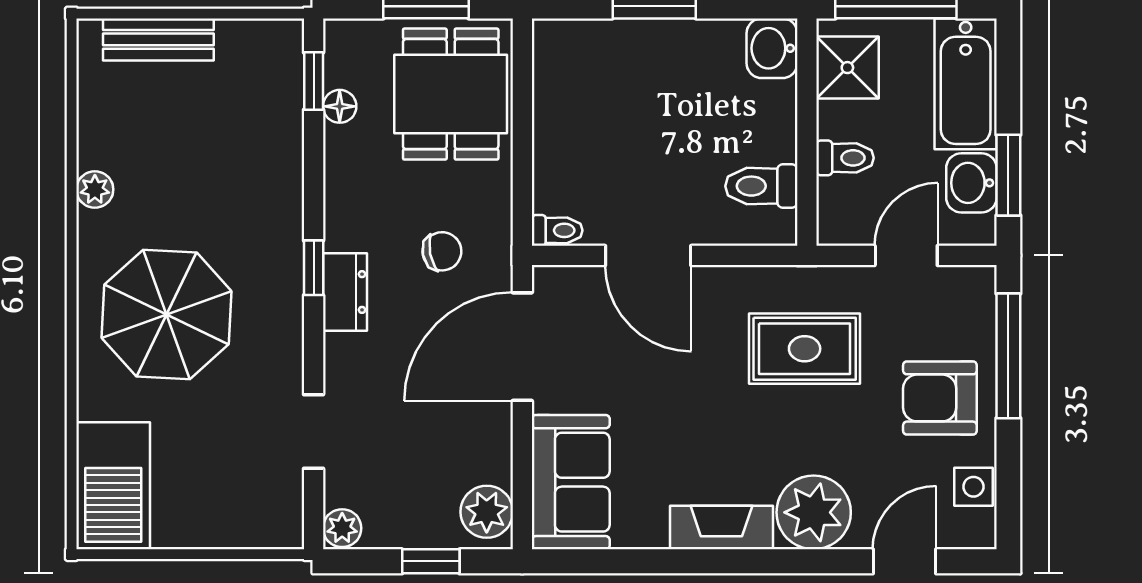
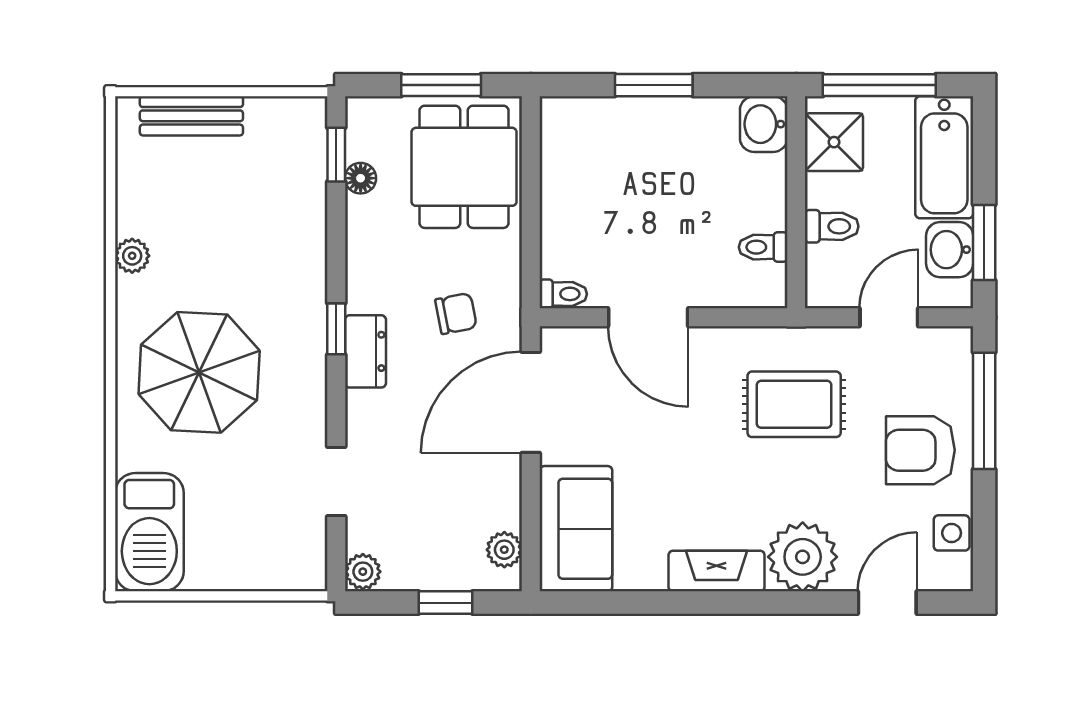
toilet: (761, 186) -> (763, 247), width x0.73, depth x0.72
plant: (487, 512) -> (504, 550), width x0.73, depth x0.73

